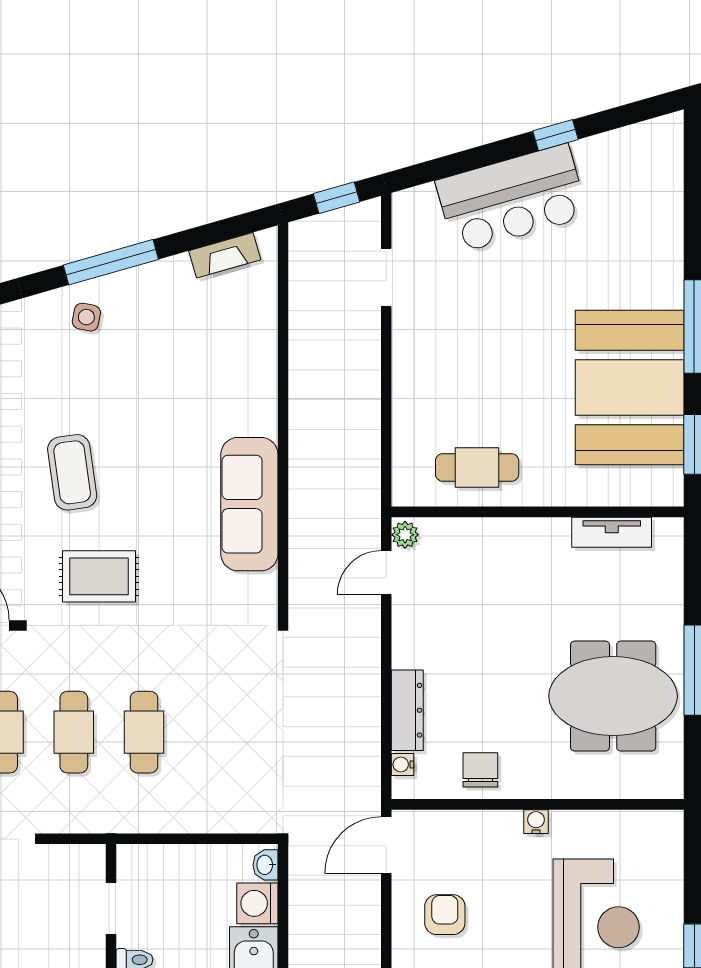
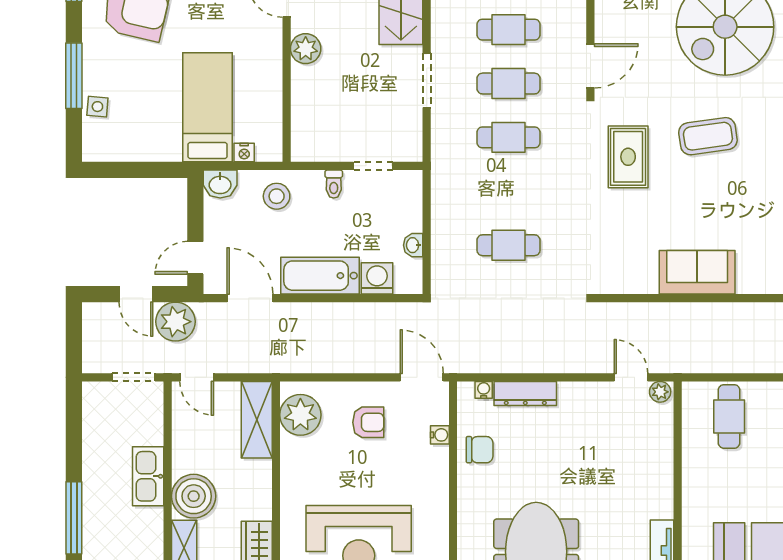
cafe table: (477, 467) -> (729, 416), moved
sofa: (249, 504) -> (697, 272), width x0.73
cafe table: (144, 732) -> (508, 245), moved
water cooler: (536, 822) -> (440, 435), moved
washbasin: (265, 865) -> (413, 245), moved, turned -90

